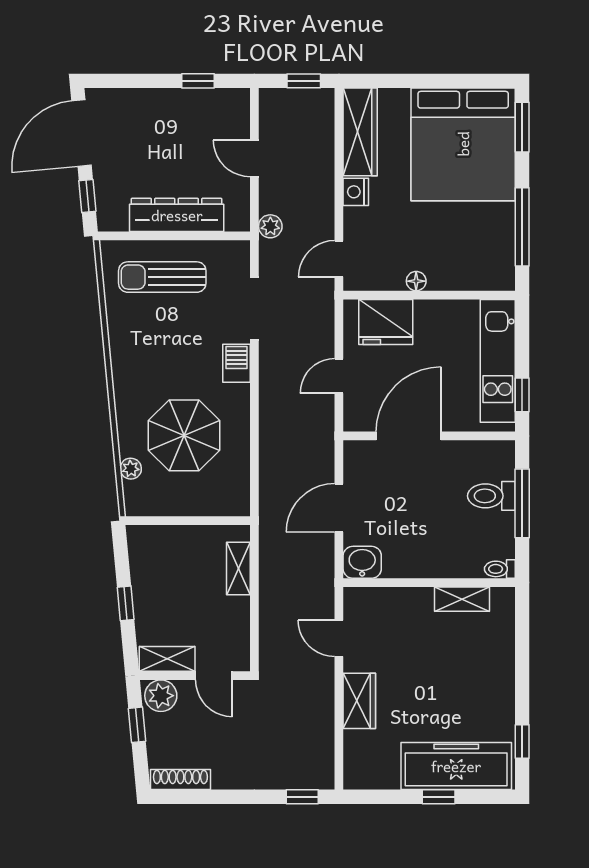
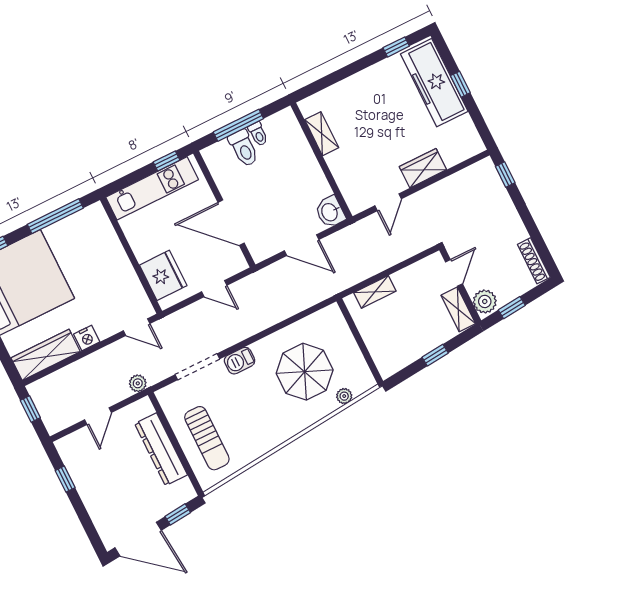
floor lamp: (416, 281) -> (126, 269), removed
toilet: (500, 569) -> (258, 134), moved

